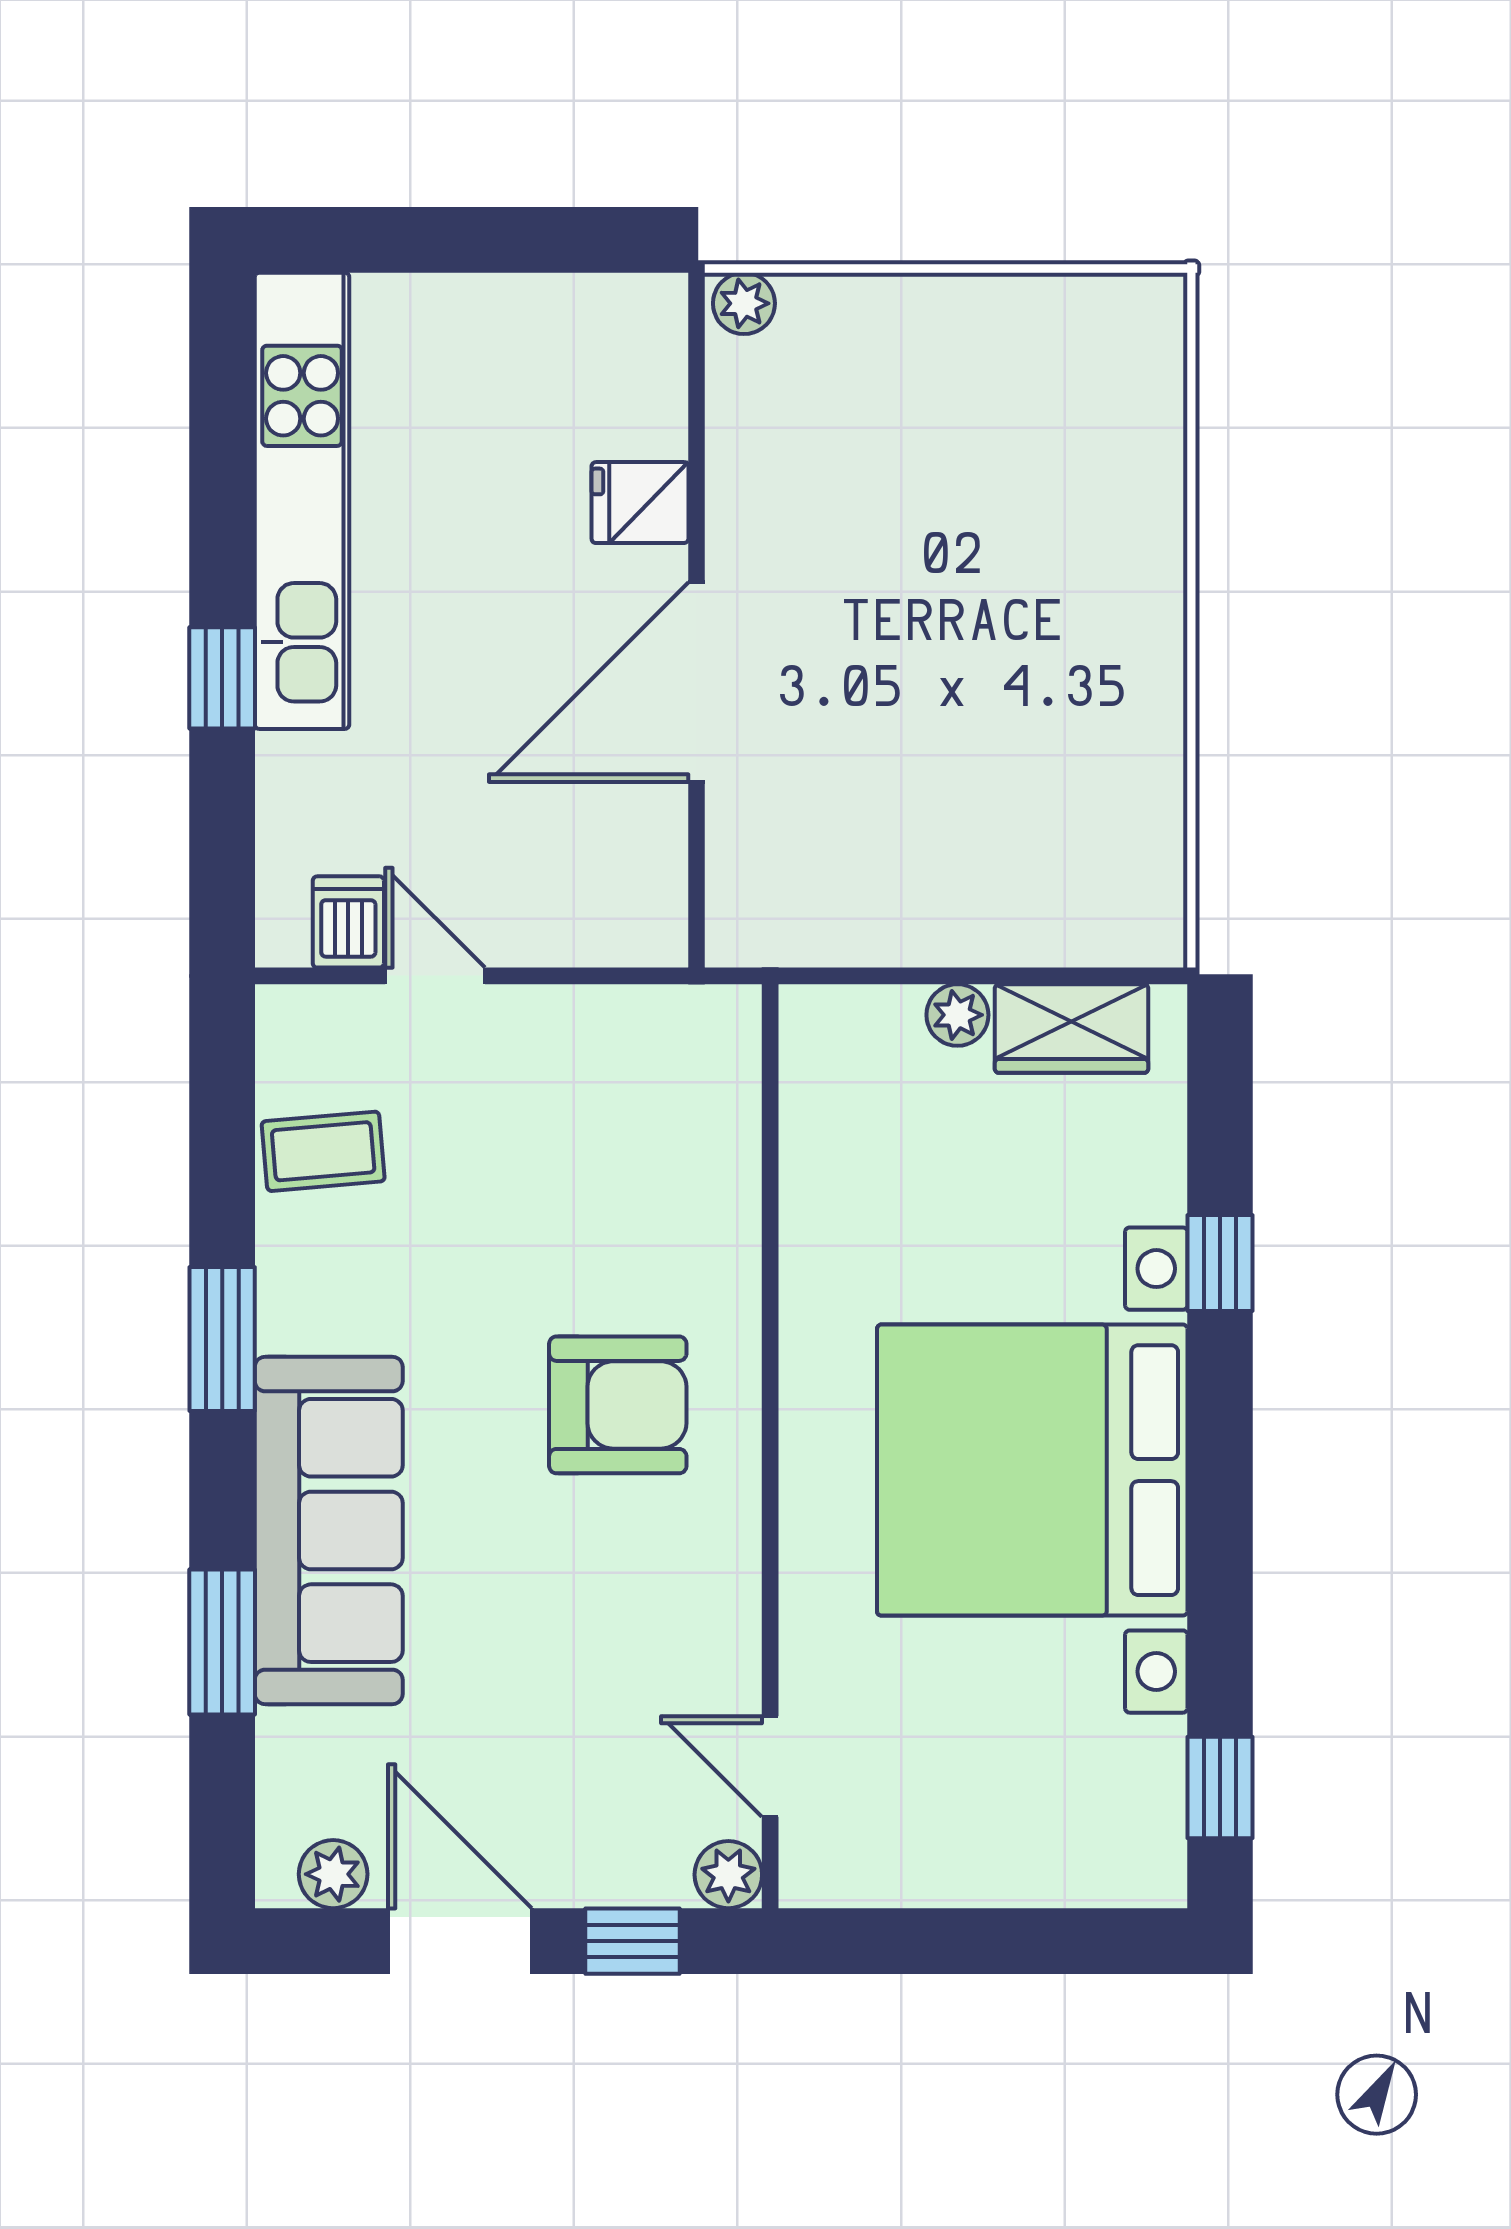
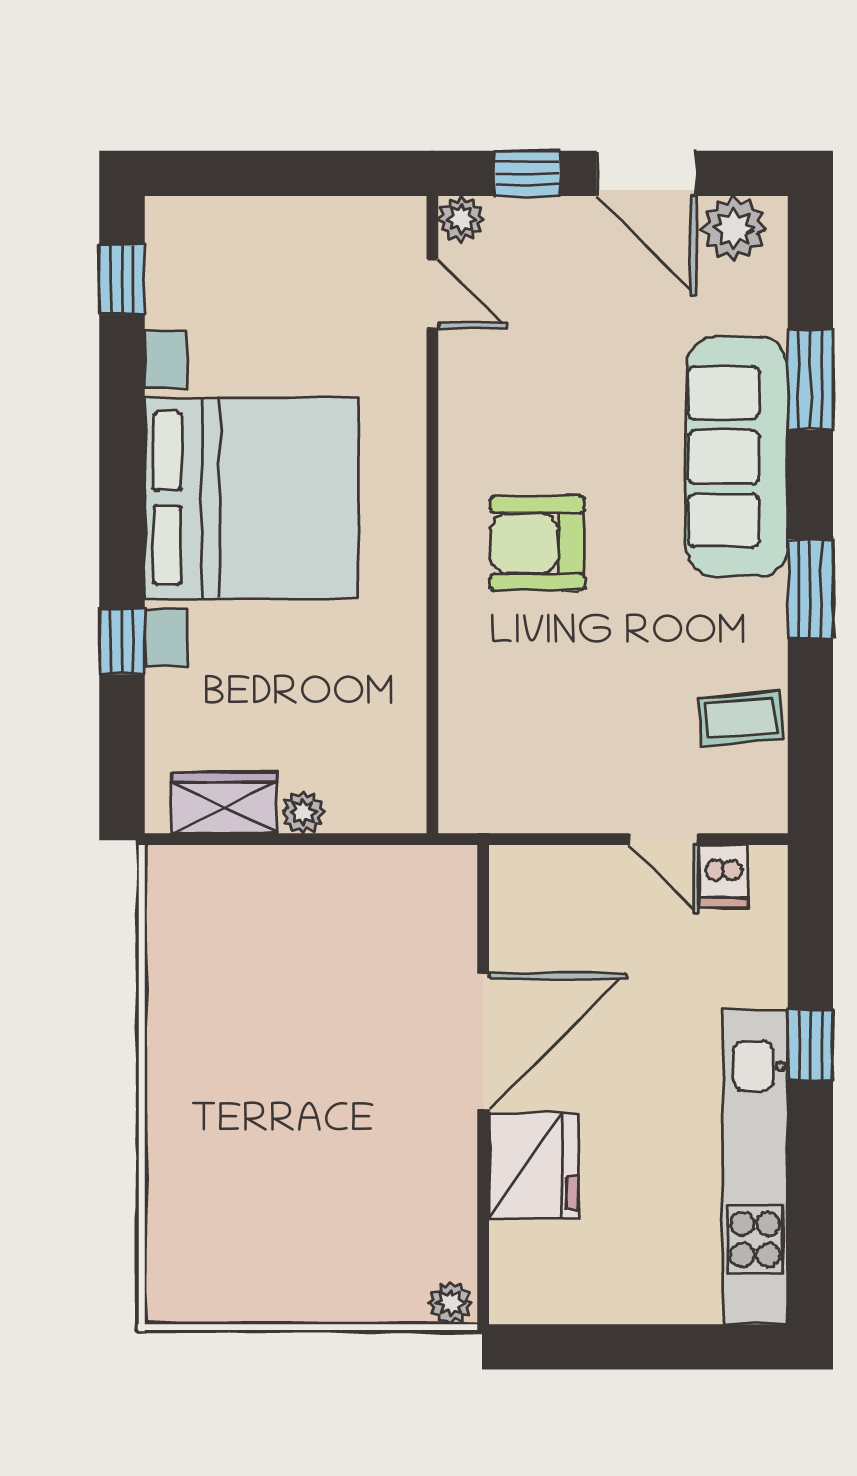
fridge: (640, 503) -> (533, 1166), width x1.88, depth x1.34
plant: (333, 1874) -> (734, 228), width x1.38, depth x1.38

